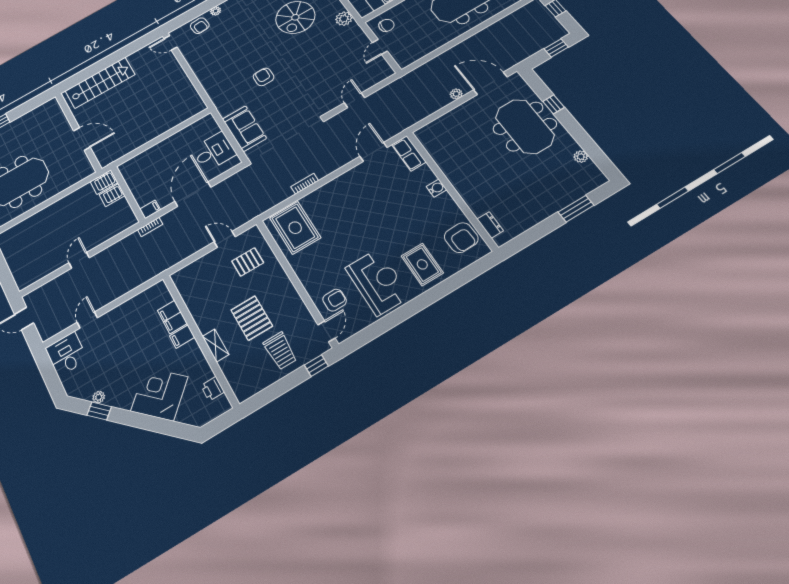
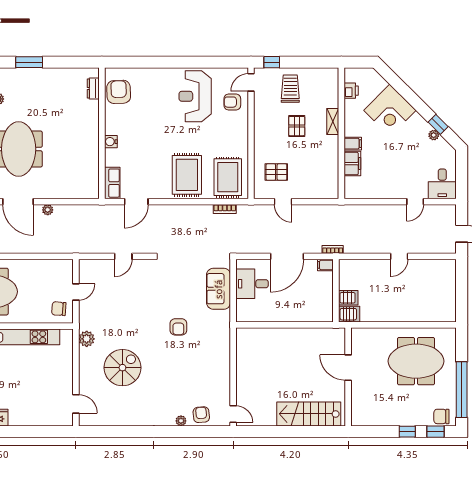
bookcase: (305, 184) -> (225, 209), moved
rug: (422, 264) -> (187, 175), moved, width x1.36, depth x1.43
pallet: (252, 318) -> (297, 126), width x0.67, depth x0.71

